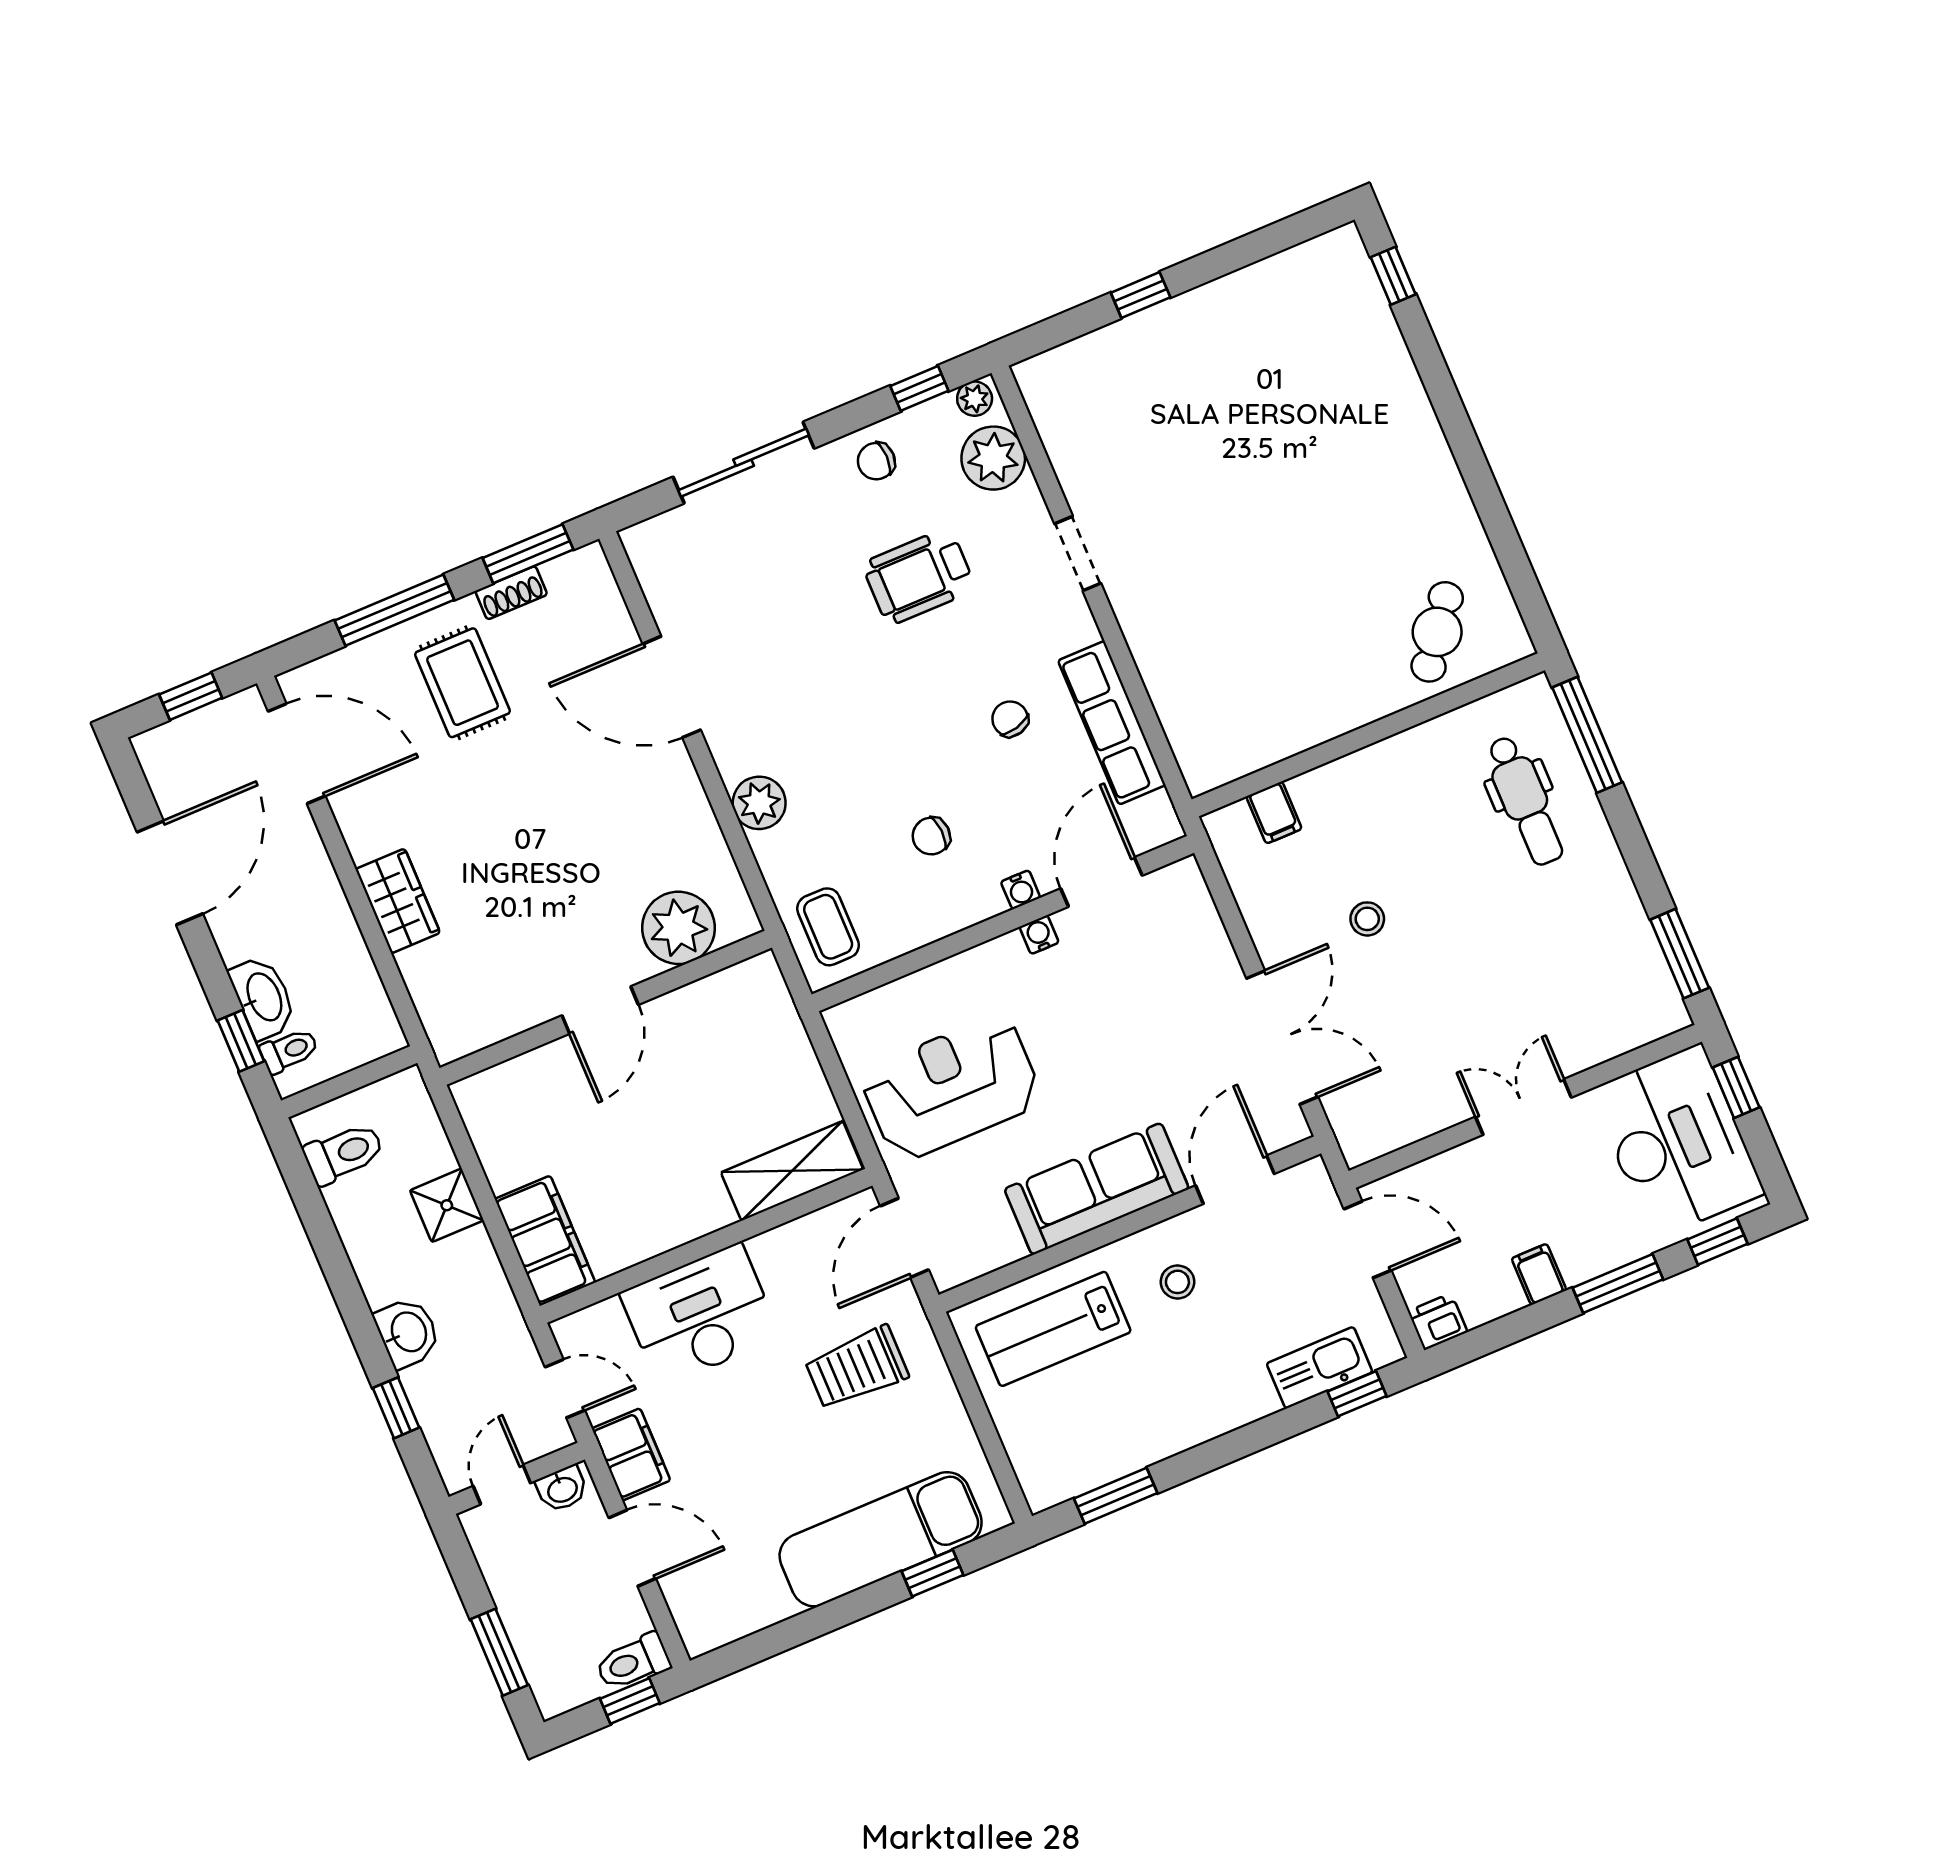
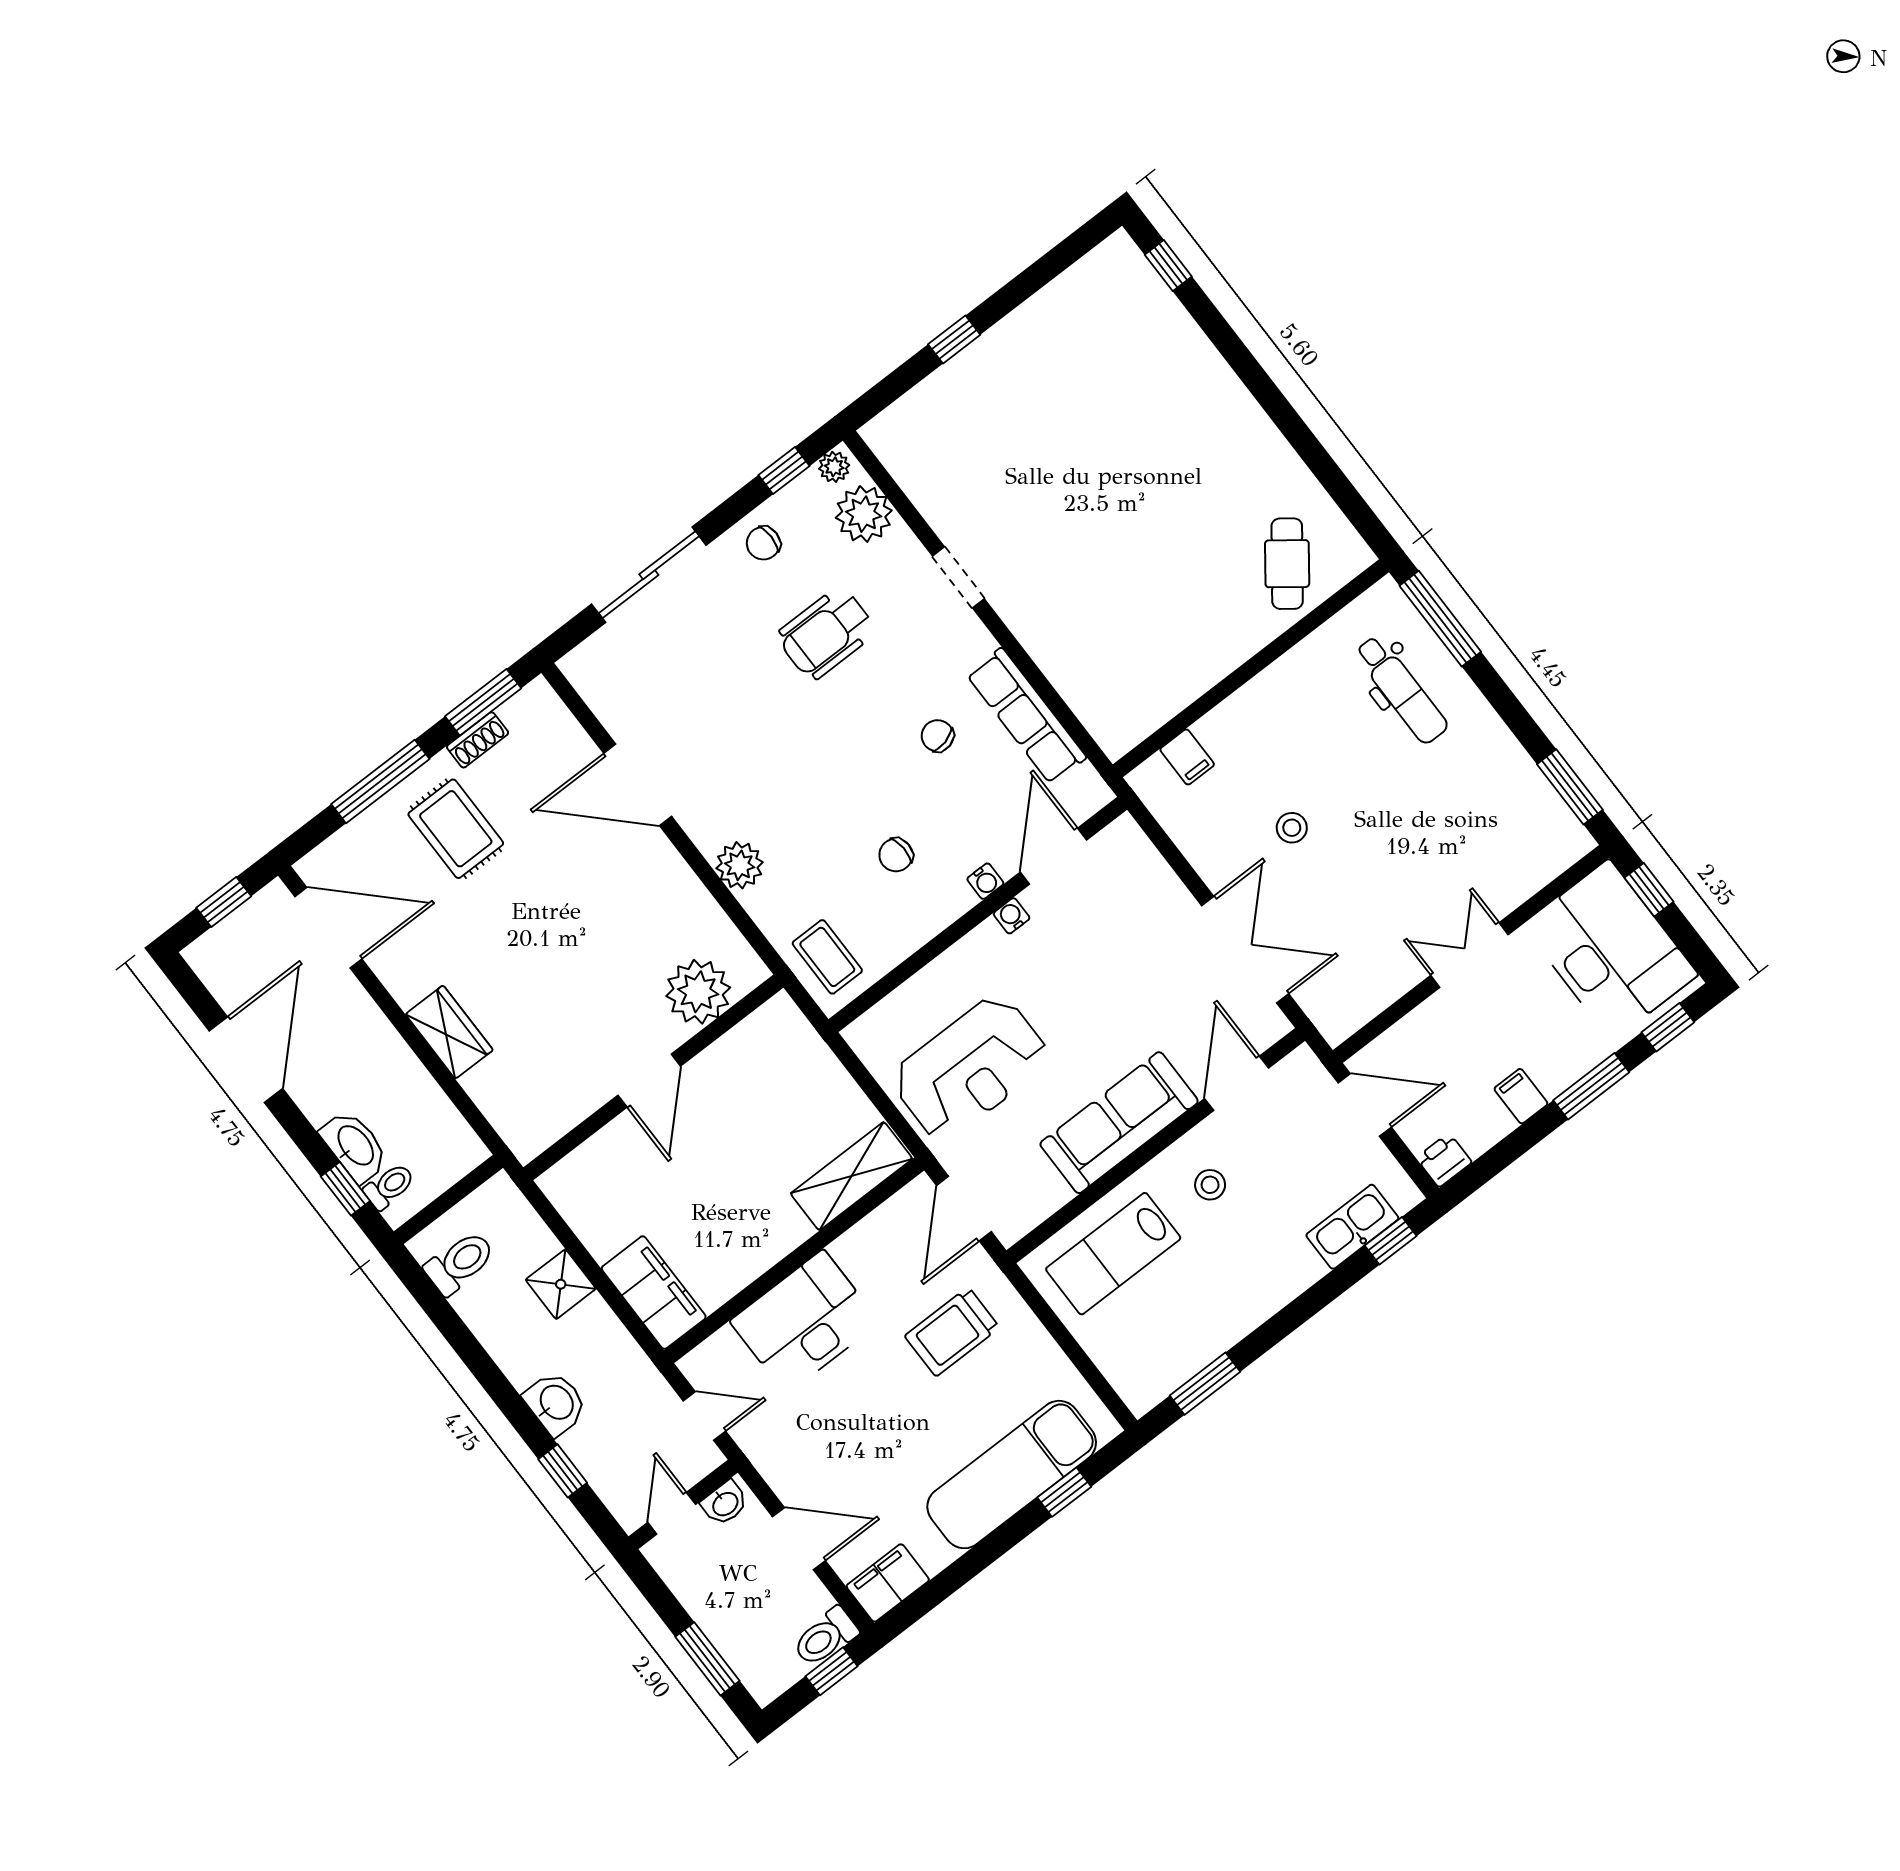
reception desk: (951, 1088) -> (970, 1068), turned 180
filing cabinet: (631, 1454) -> (888, 1583), moved, turned -90

